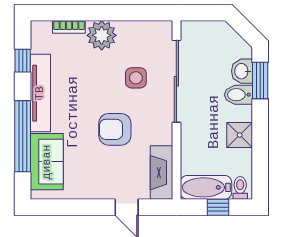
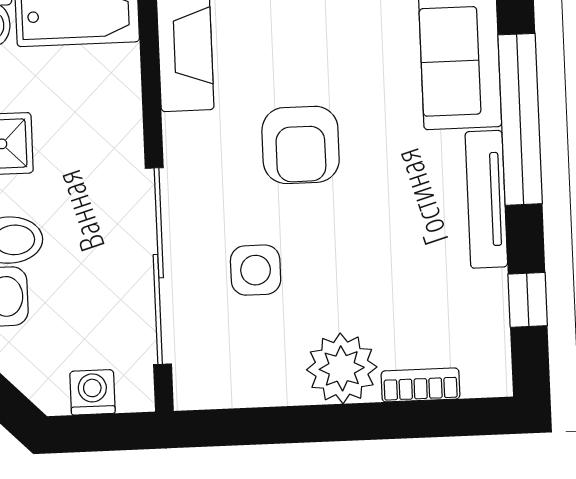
washing machine: (206, 30) -> (92, 392), added
tv unit: (40, 93) -> (486, 199), width x0.73, depth x0.78
armchair: (115, 129) -> (301, 145), turned 90

